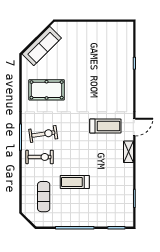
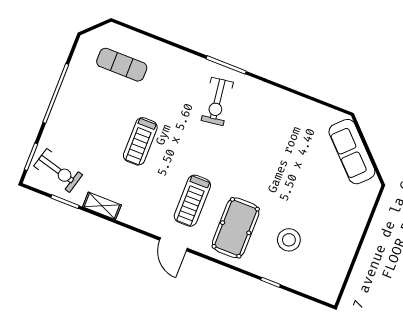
stool: (106, 62) -> (289, 240), added
pool table: (47, 90) -> (236, 228), moved
shelving: (129, 152) -> (102, 206), moved
exercise bike: (40, 157) -> (58, 170), moved, turned -75
treadmill: (75, 182) -> (140, 141), moved, turned 180

